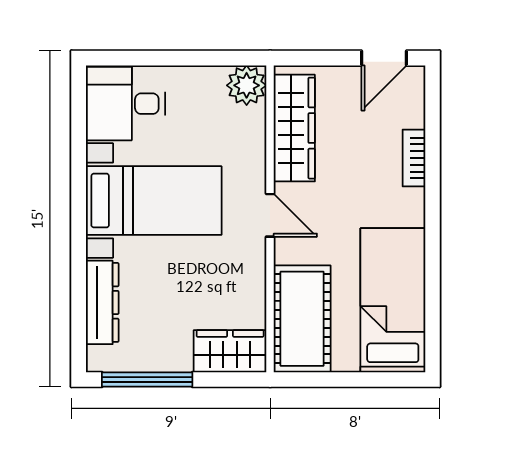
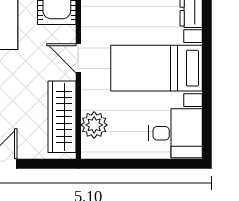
plant: (247, 85) -> (94, 125), moved

